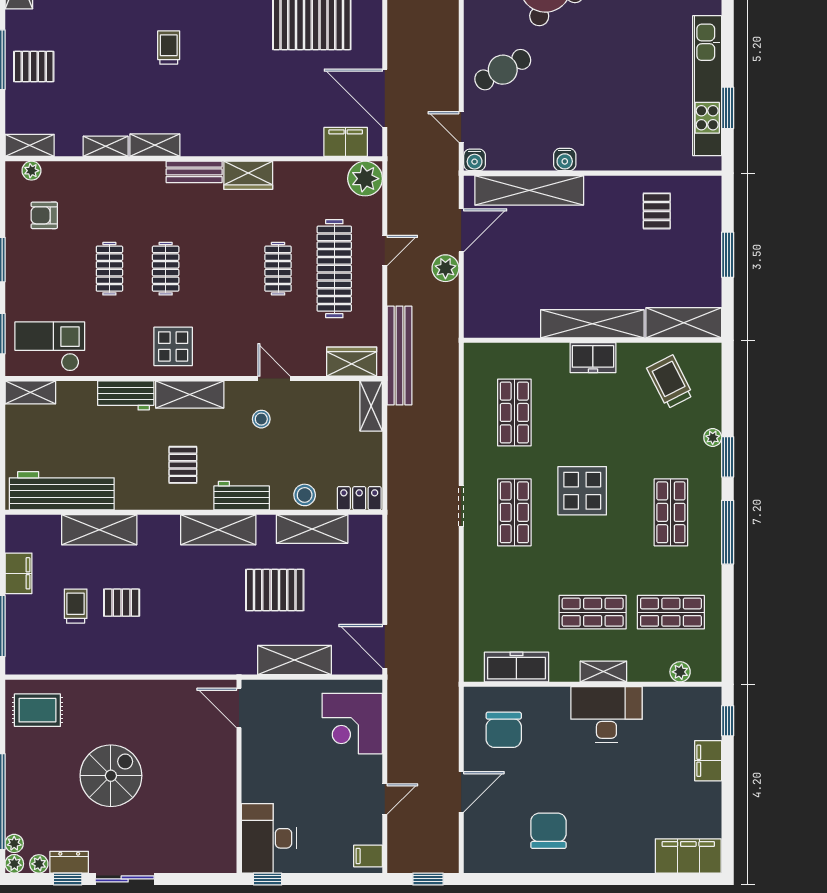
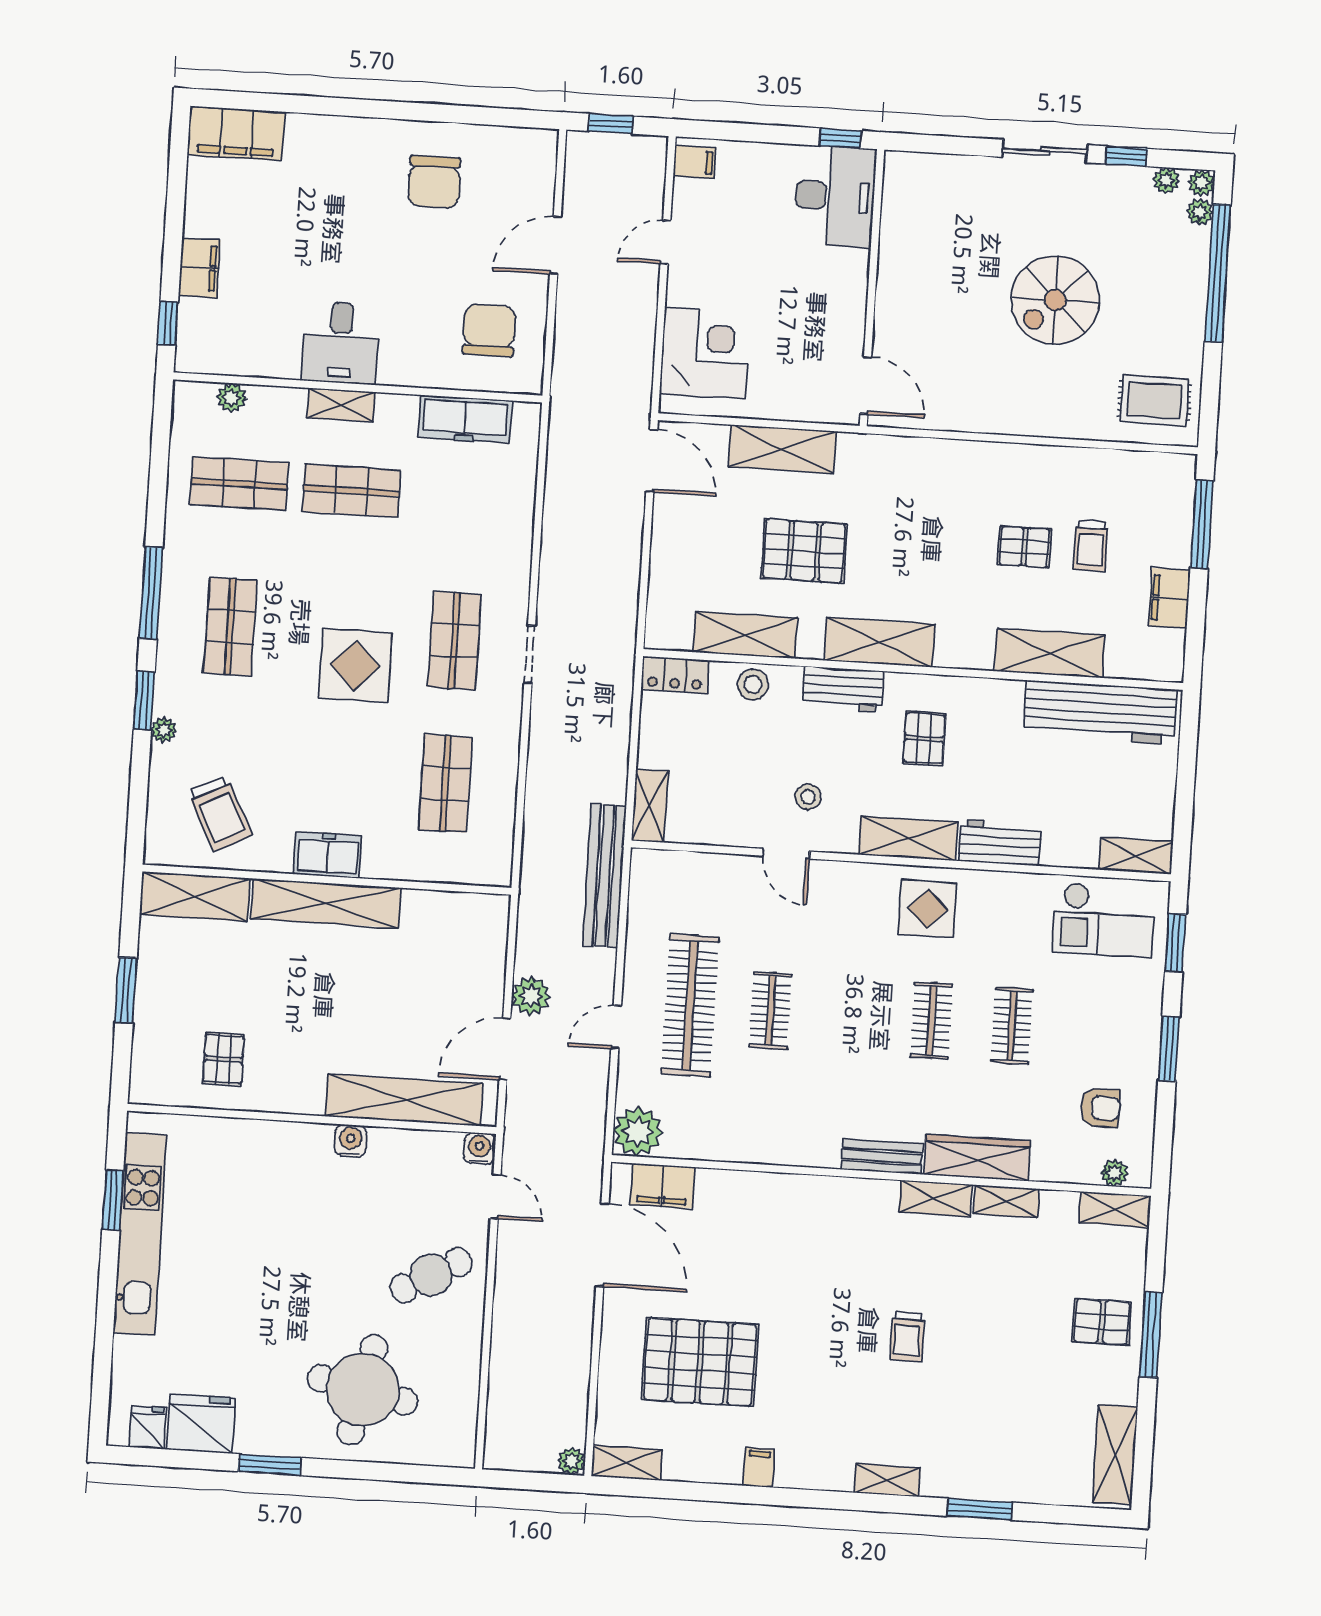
wardrobe: (248, 175) -> (977, 1158), moved, width x1.50
wardrobe: (352, 362) -> (674, 871), removed
desk: (606, 715) -> (341, 343), width x0.73
dresser: (69, 862) -> (1123, 180), removed

